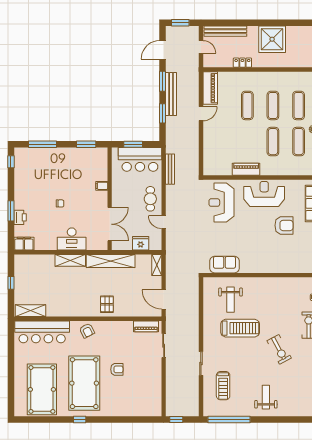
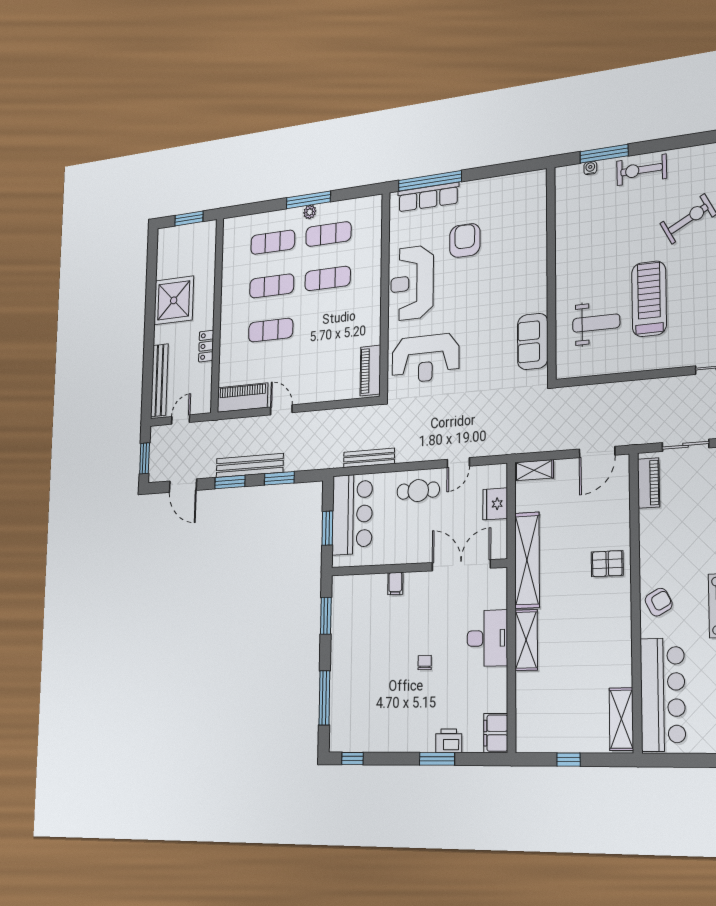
piano: (246, 169) -> (370, 370), moved

